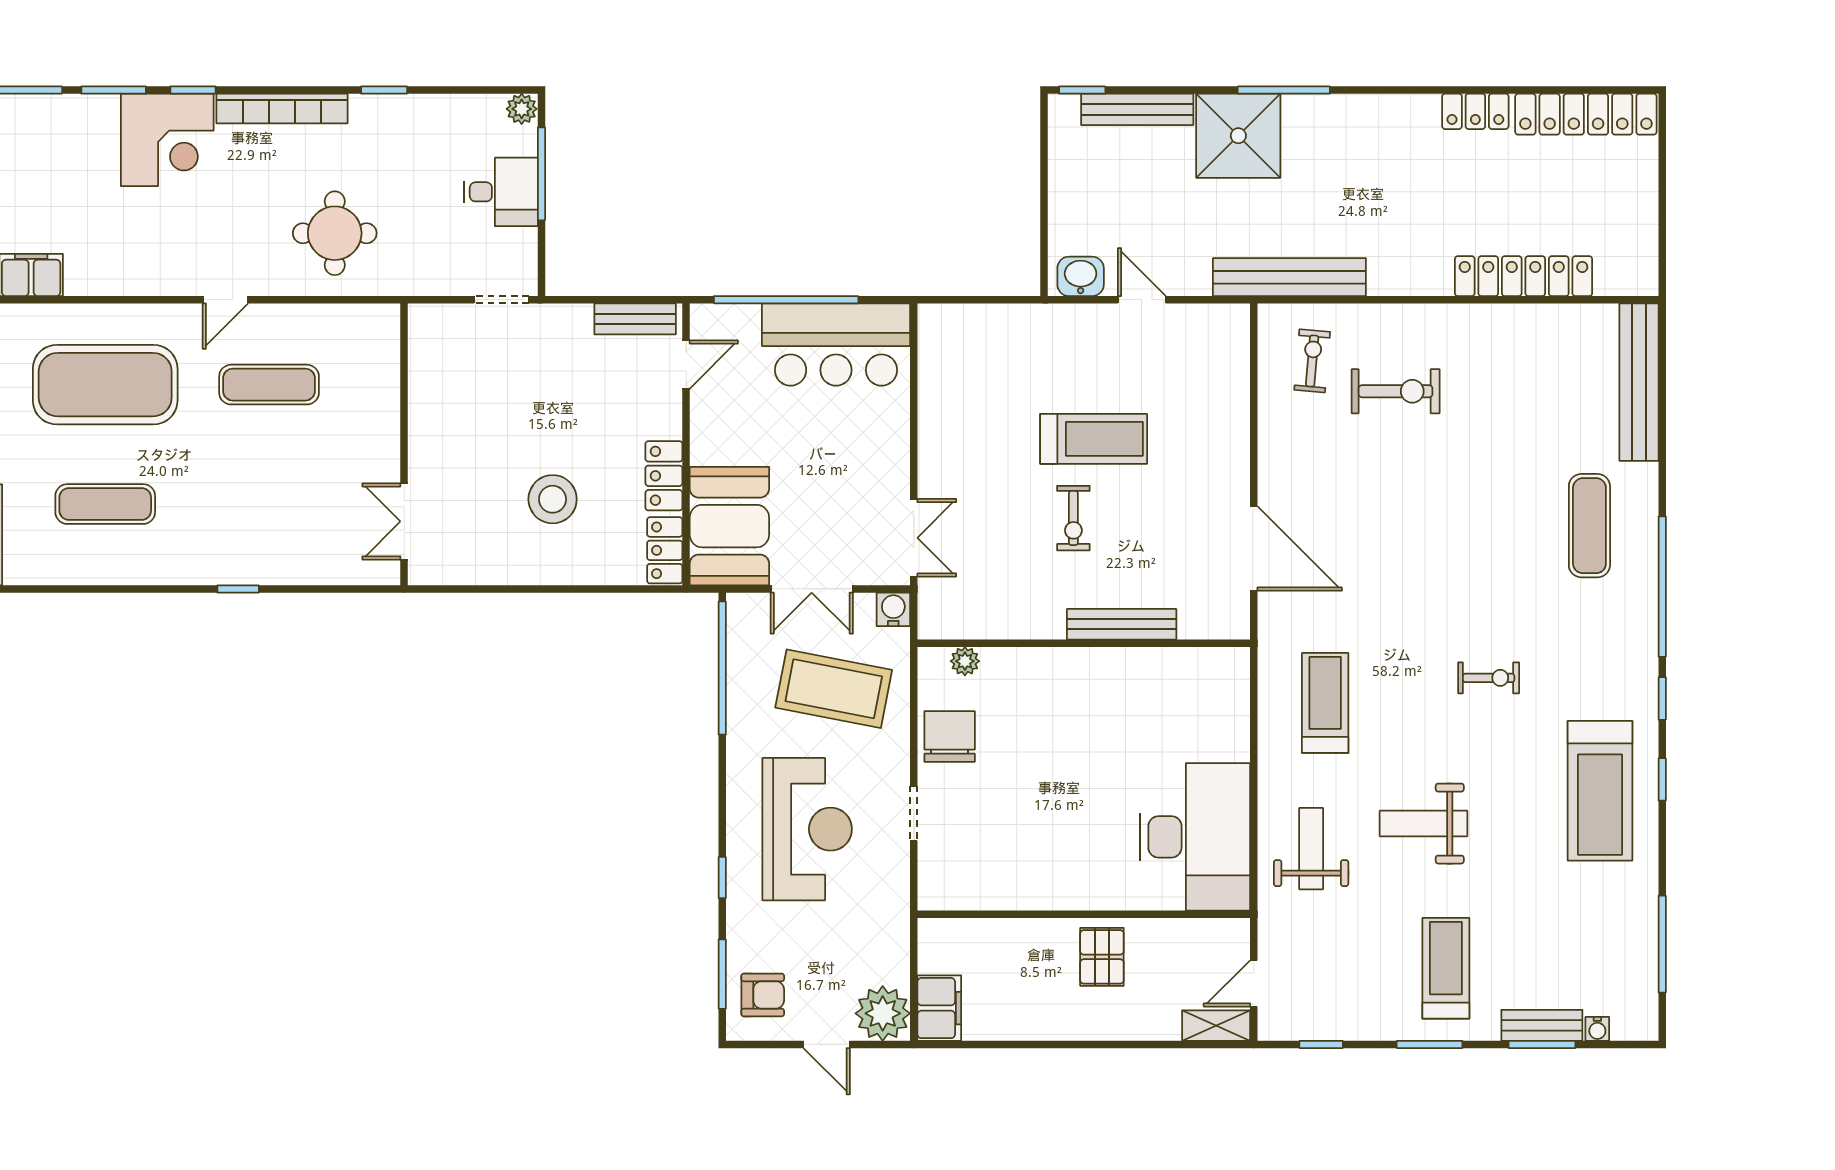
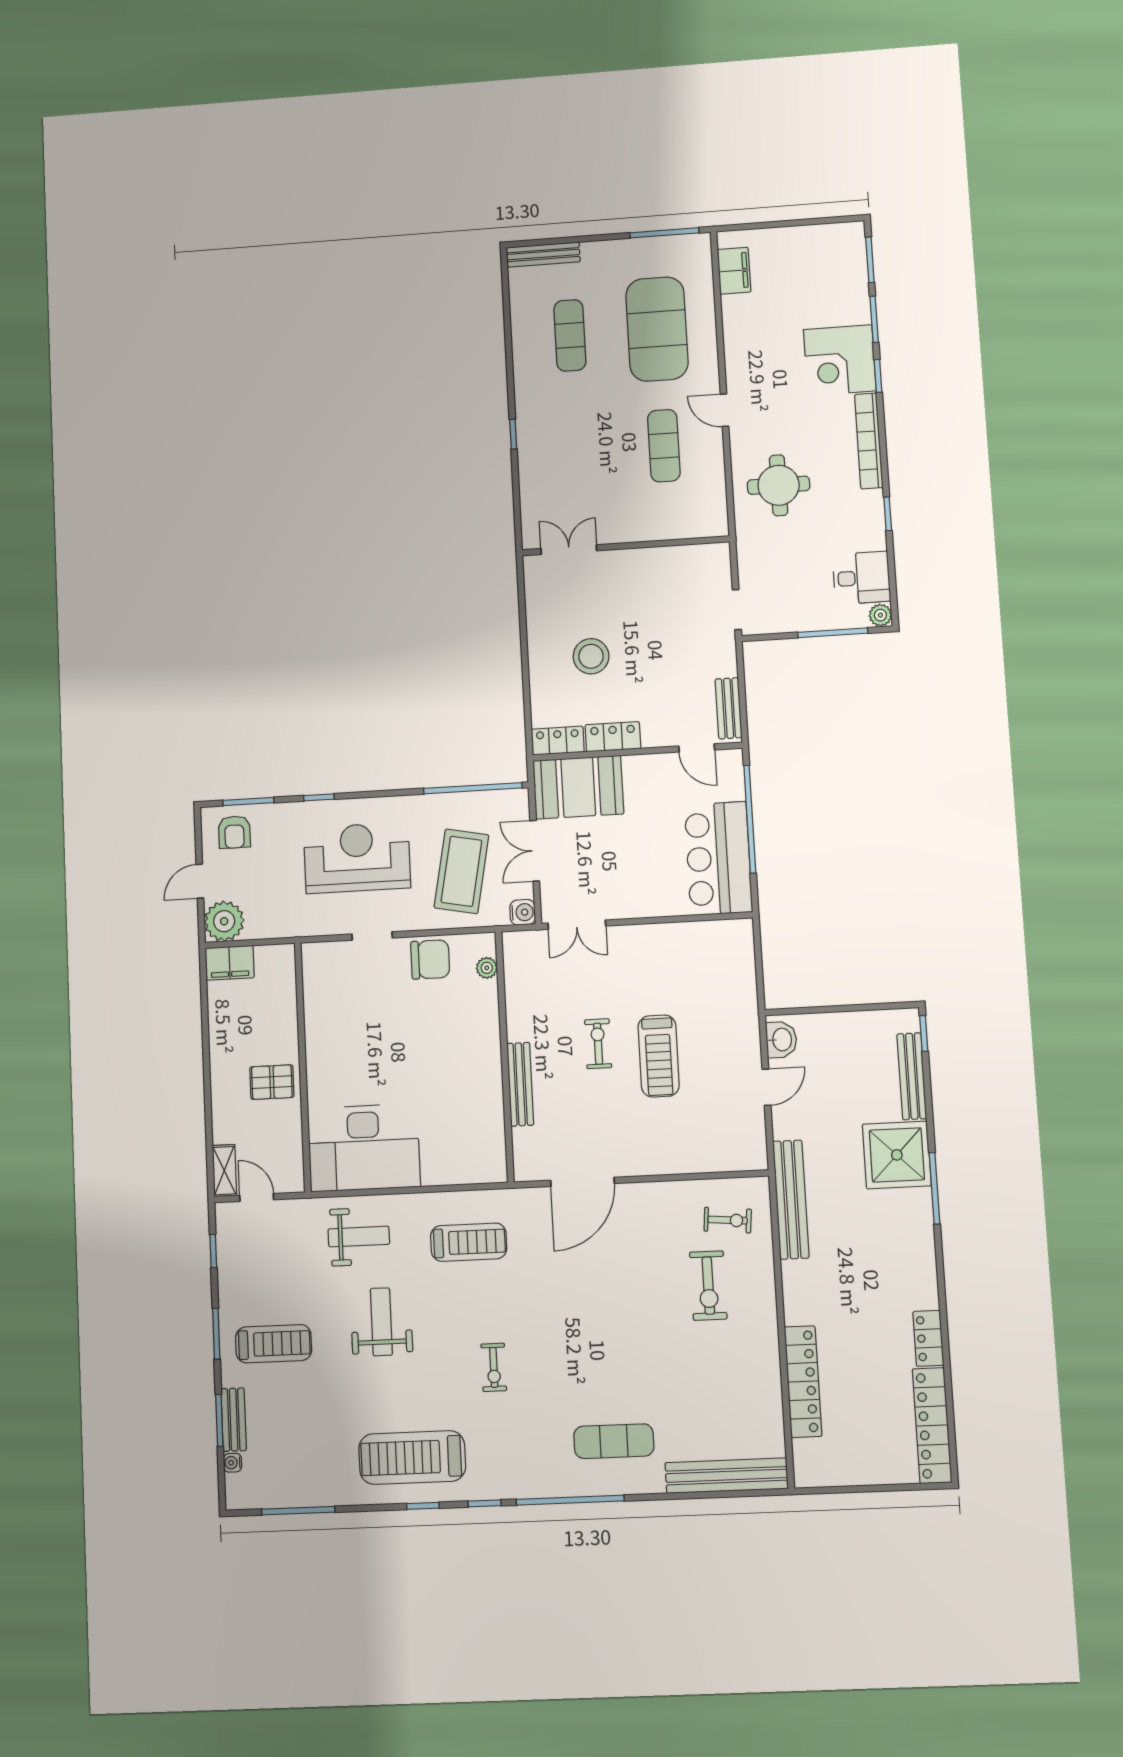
desk: (501, 192) -> (862, 578), moved, turned -90
exercise bike: (1073, 518) -> (598, 1044), turned 90
reception desk: (807, 829) -> (357, 858), turned 180

